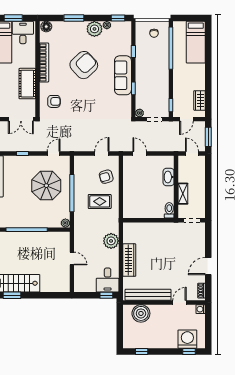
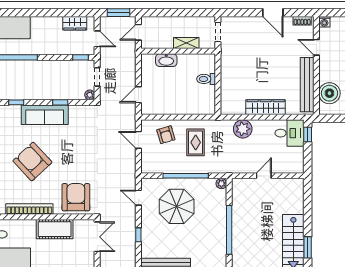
armchair: (54, 101) -> (76, 197), width x1.88, depth x1.88
toilet: (169, 210) -> (206, 79), moved

